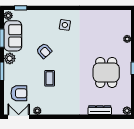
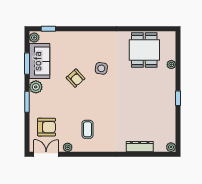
side table: (65, 25) -> (101, 68), moved
dining table: (106, 72) -> (144, 50), moved
coffee table: (50, 78) -> (87, 129), moved

